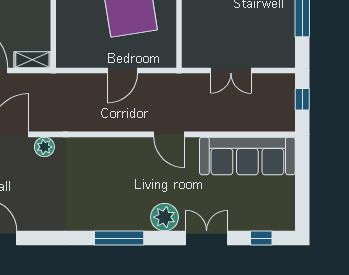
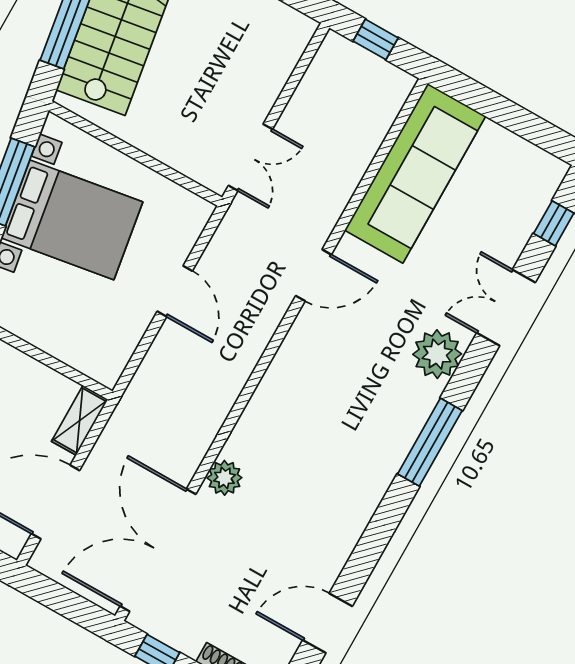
double door: (231, 71) -> (251, 157), moved

